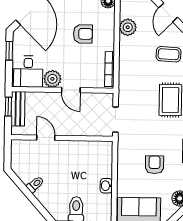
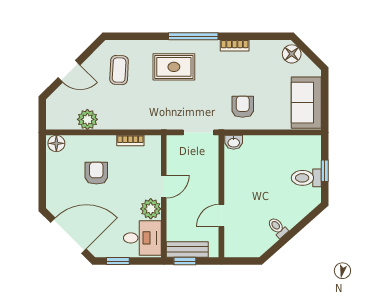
bookcase: (110, 69) -> (130, 141), width x0.64
armchair: (155, 165) -> (243, 107), moved, turned 90
washbasin: (106, 186) -> (234, 142), moved

